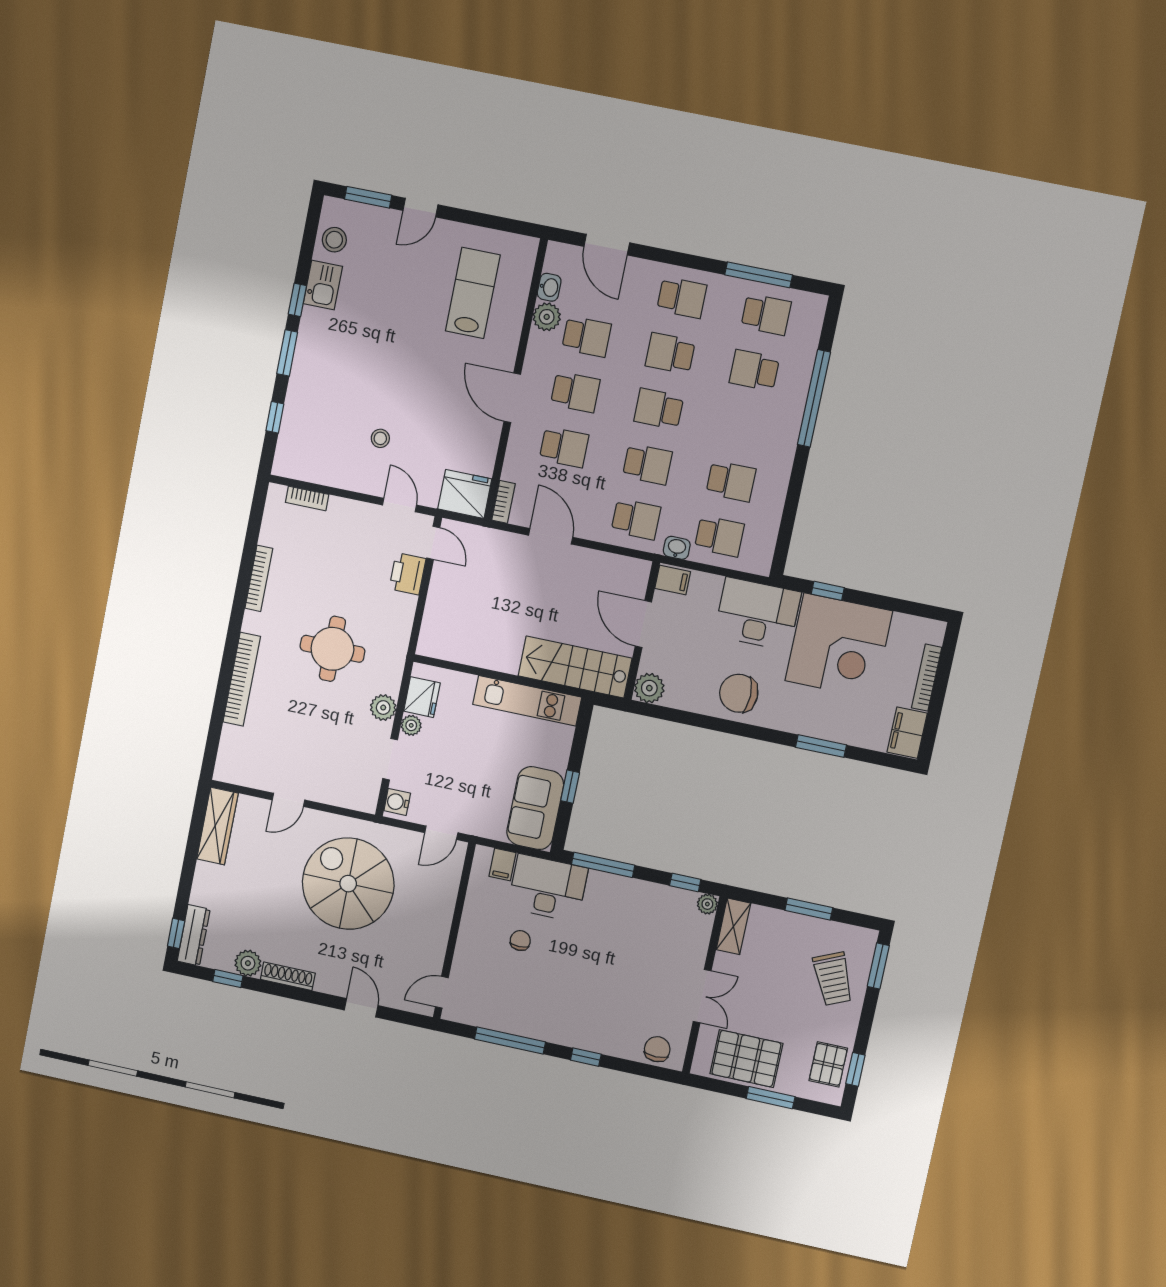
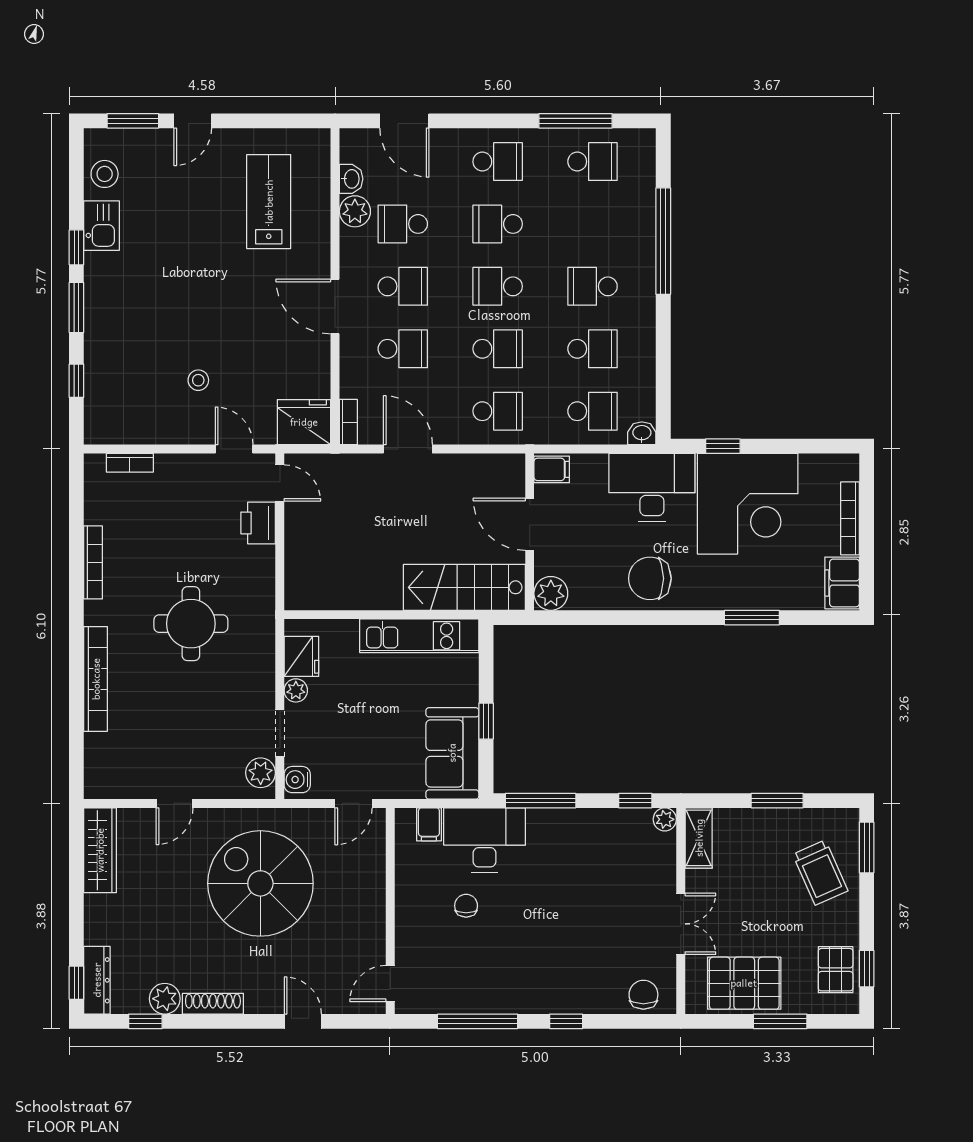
school desk: (587, 337) -> (403, 224), turned 180
school desk: (754, 370) -> (593, 286), moved
washbasin: (677, 548) -> (642, 433), moved
plant: (383, 708) -> (261, 773), moved

